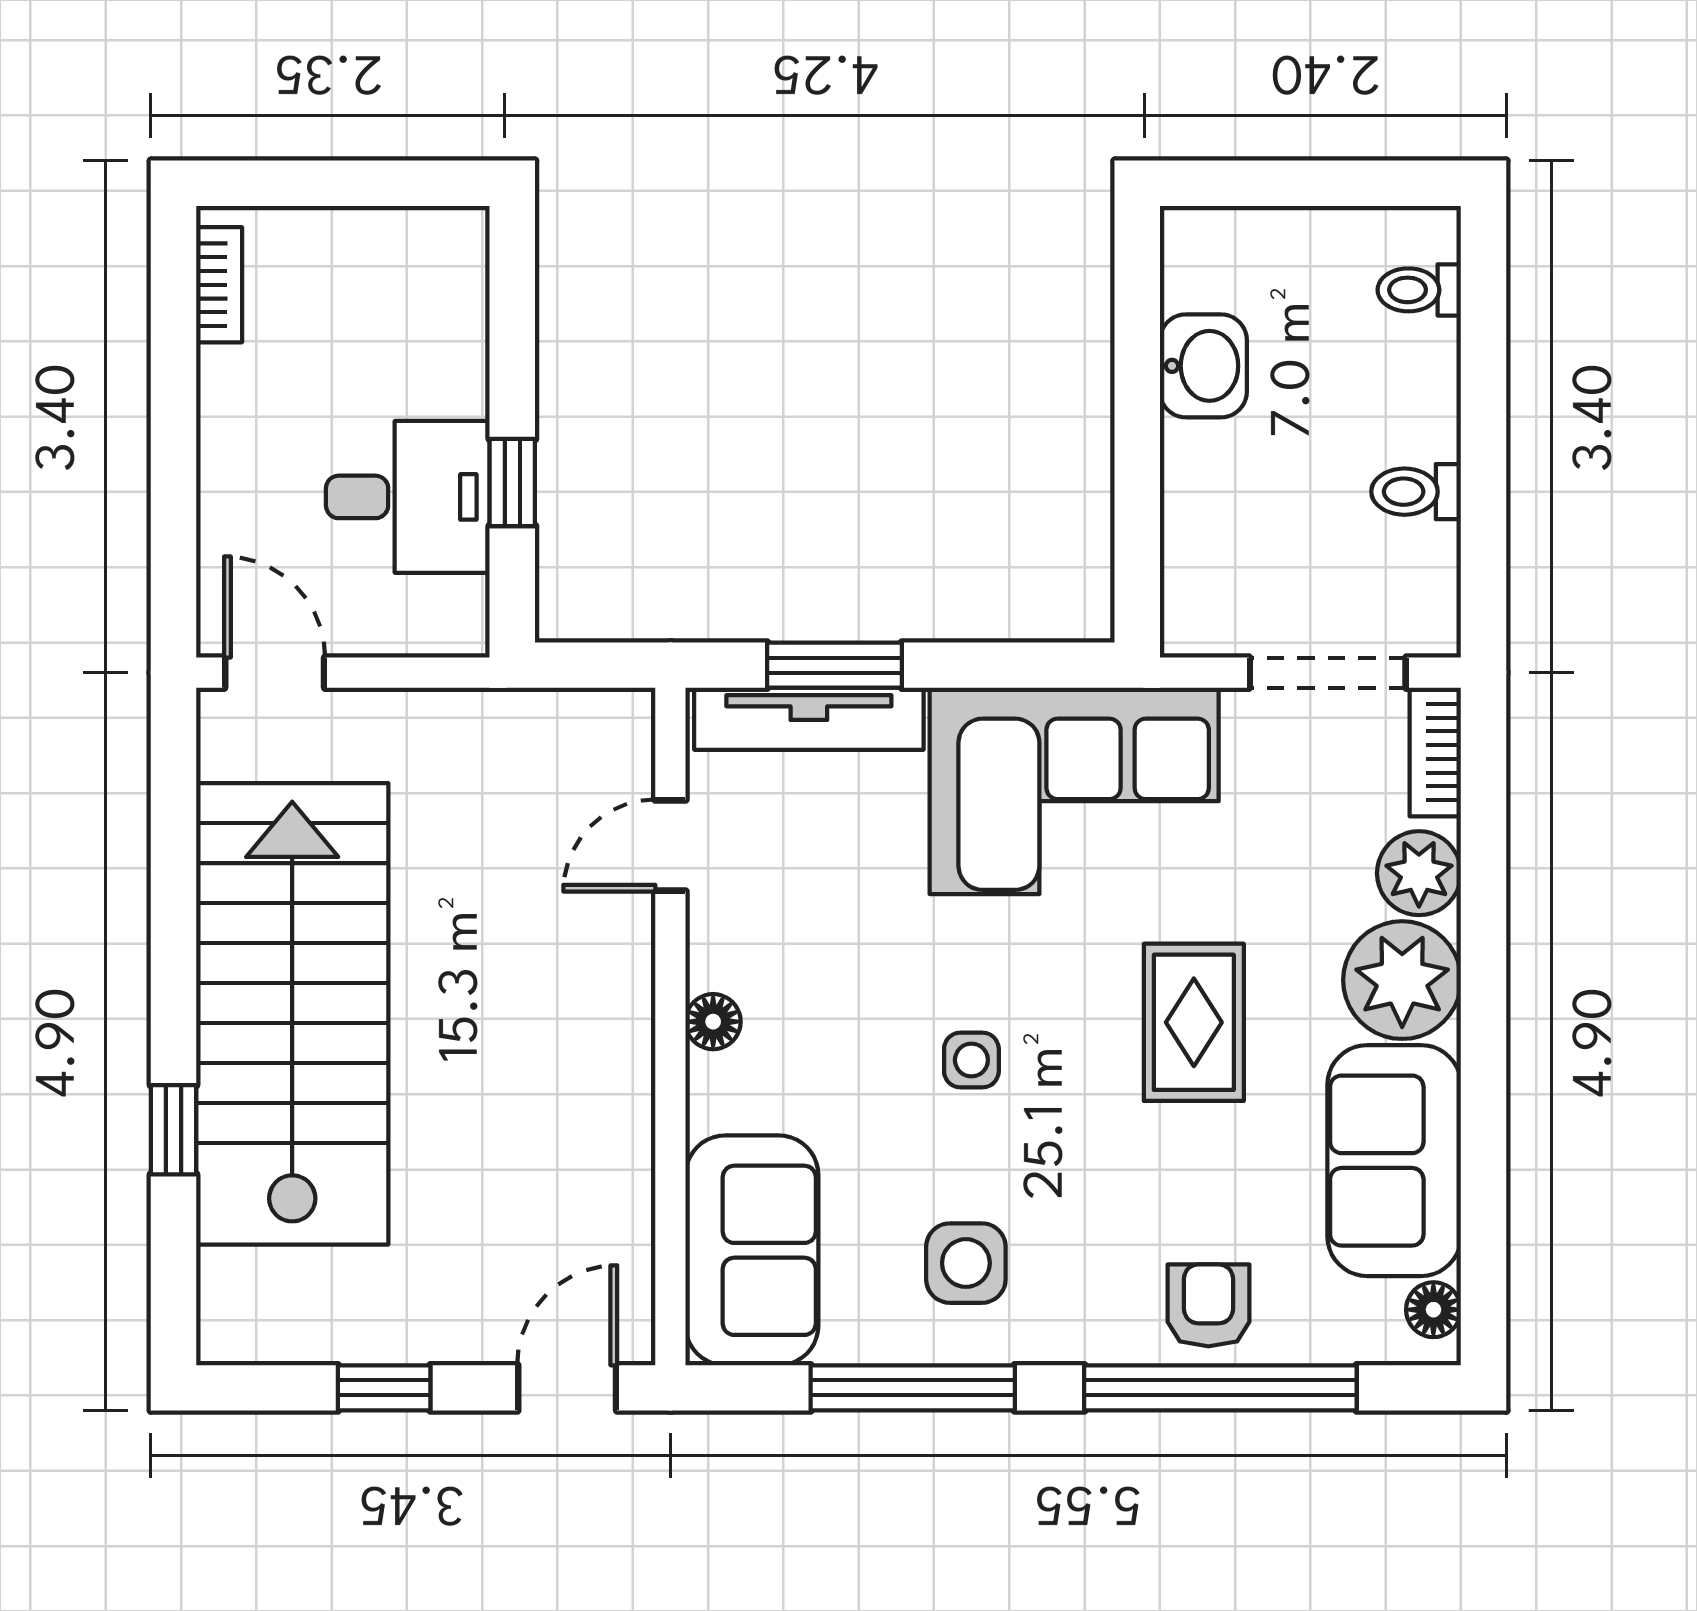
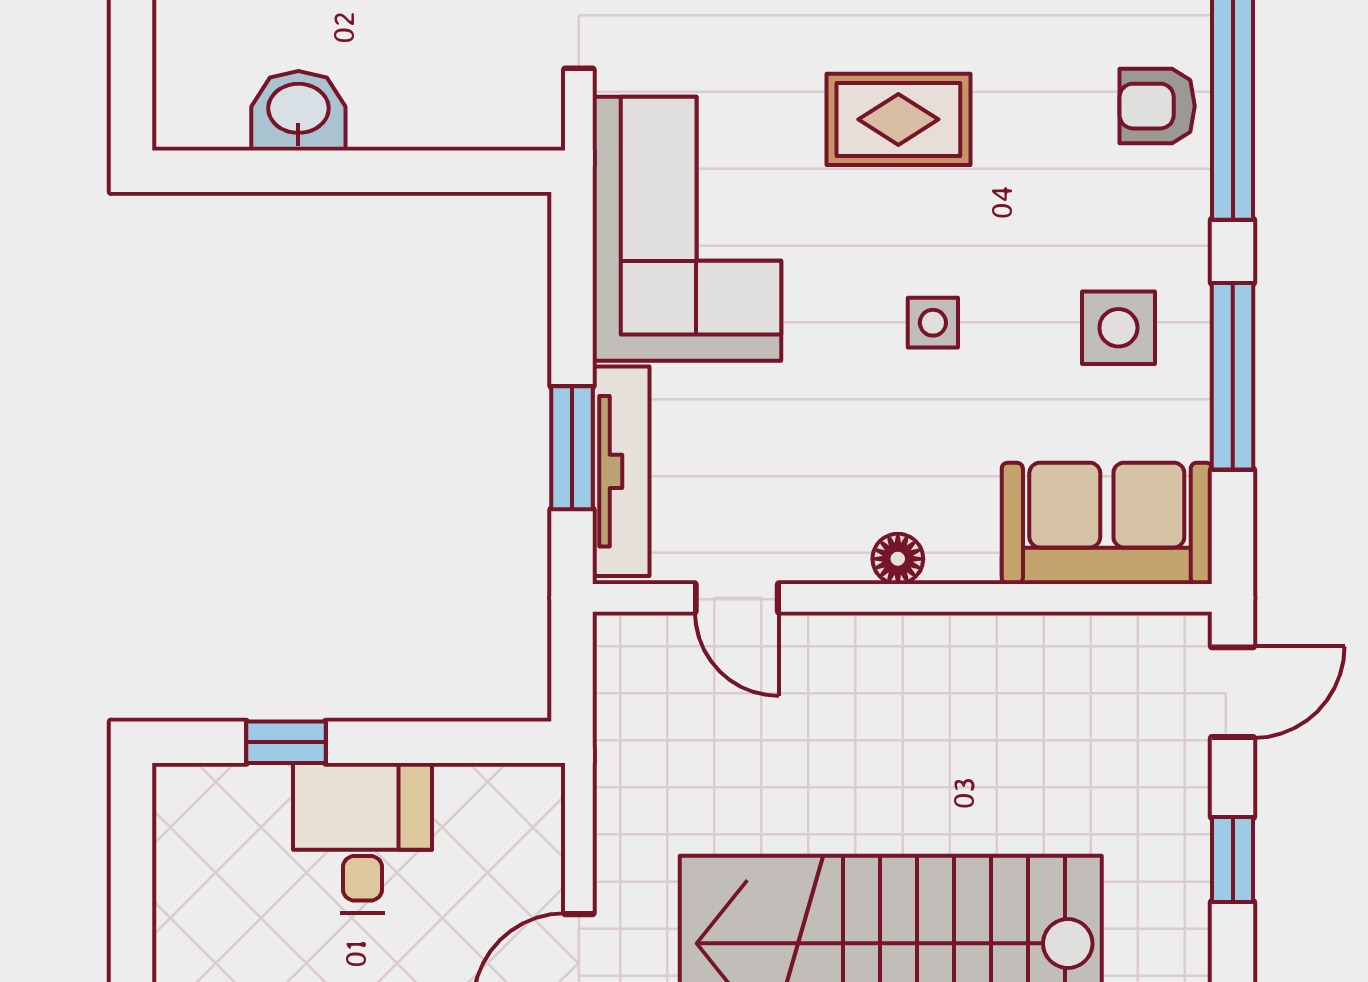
window: (512, 483) -> (286, 742), moved
desk: (408, 497) -> (363, 838), moved
door: (567, 1388) -> (1233, 692), swing flipped

